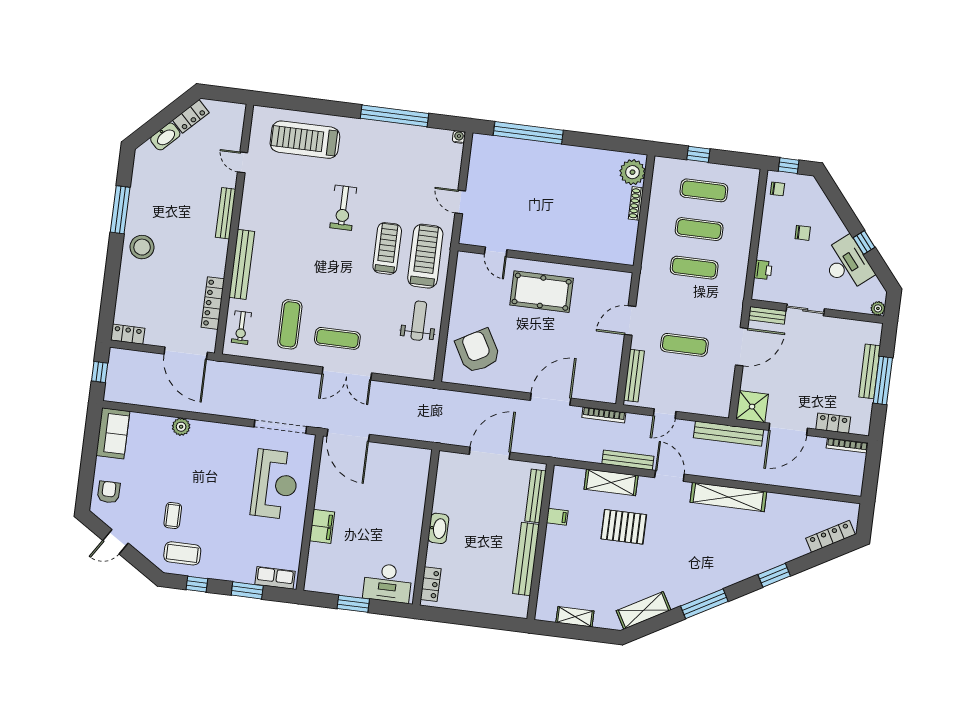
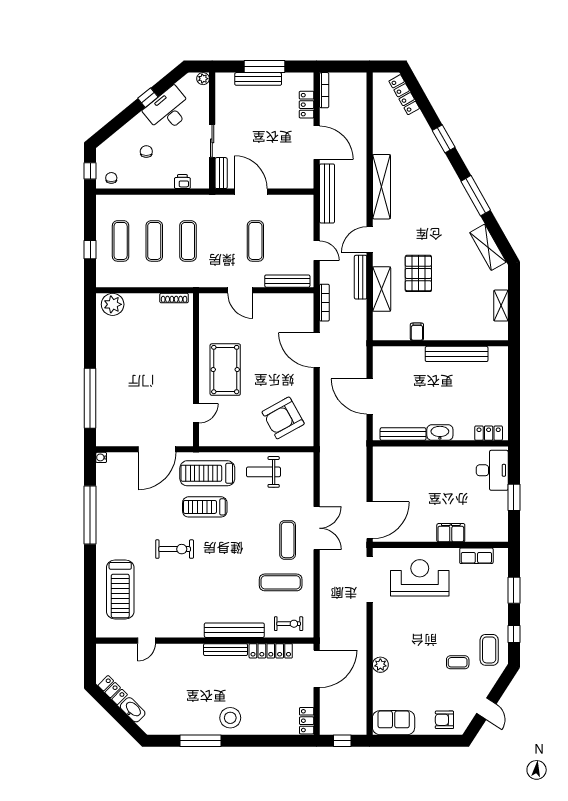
door: (460, 202) -> (157, 449), width x1.87
shoe rack: (636, 203) -> (174, 298), moved
bench: (226, 213) -> (226, 650), moved
shower: (752, 407) -> (301, 176), removed
bench: (535, 496) -> (403, 434), moved
row of seats: (275, 578) -> (476, 556), moved, turned -90

